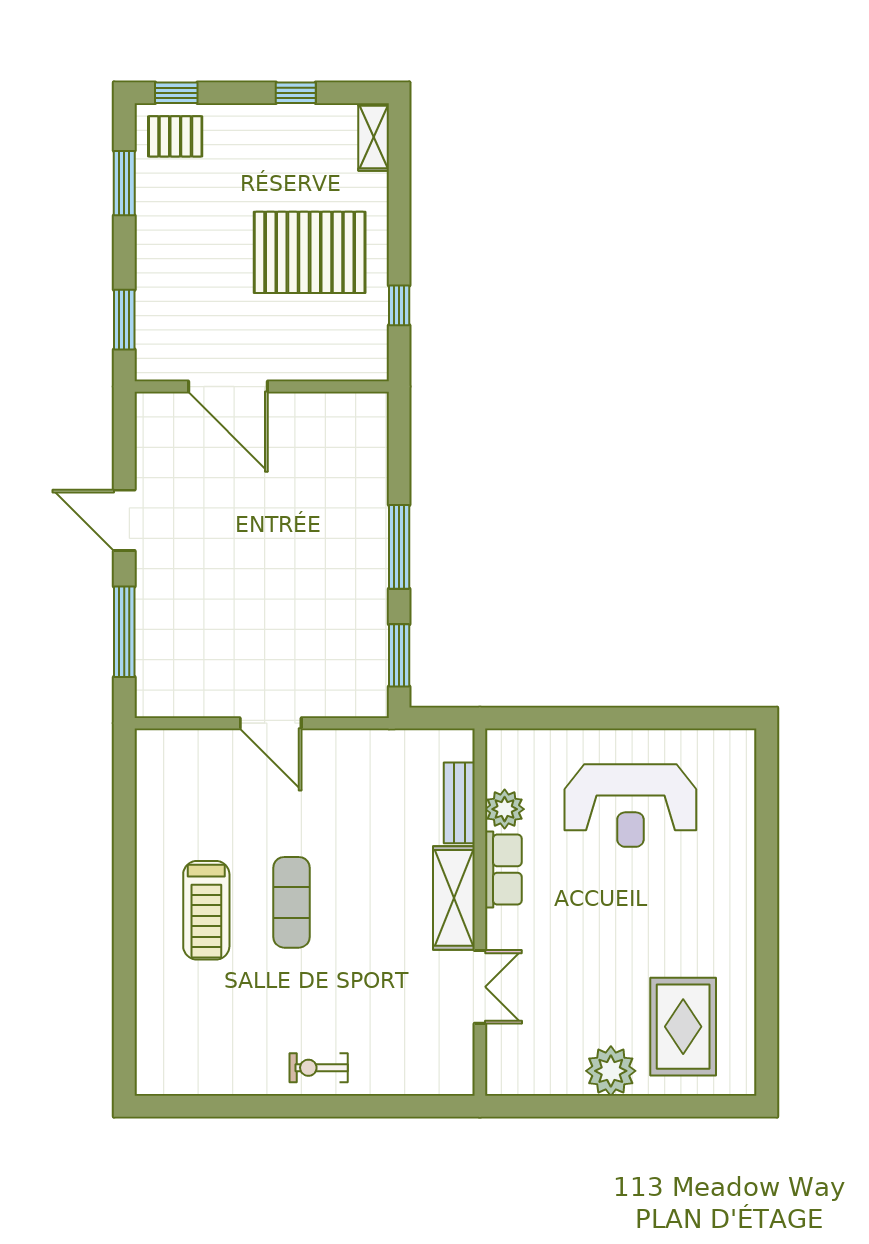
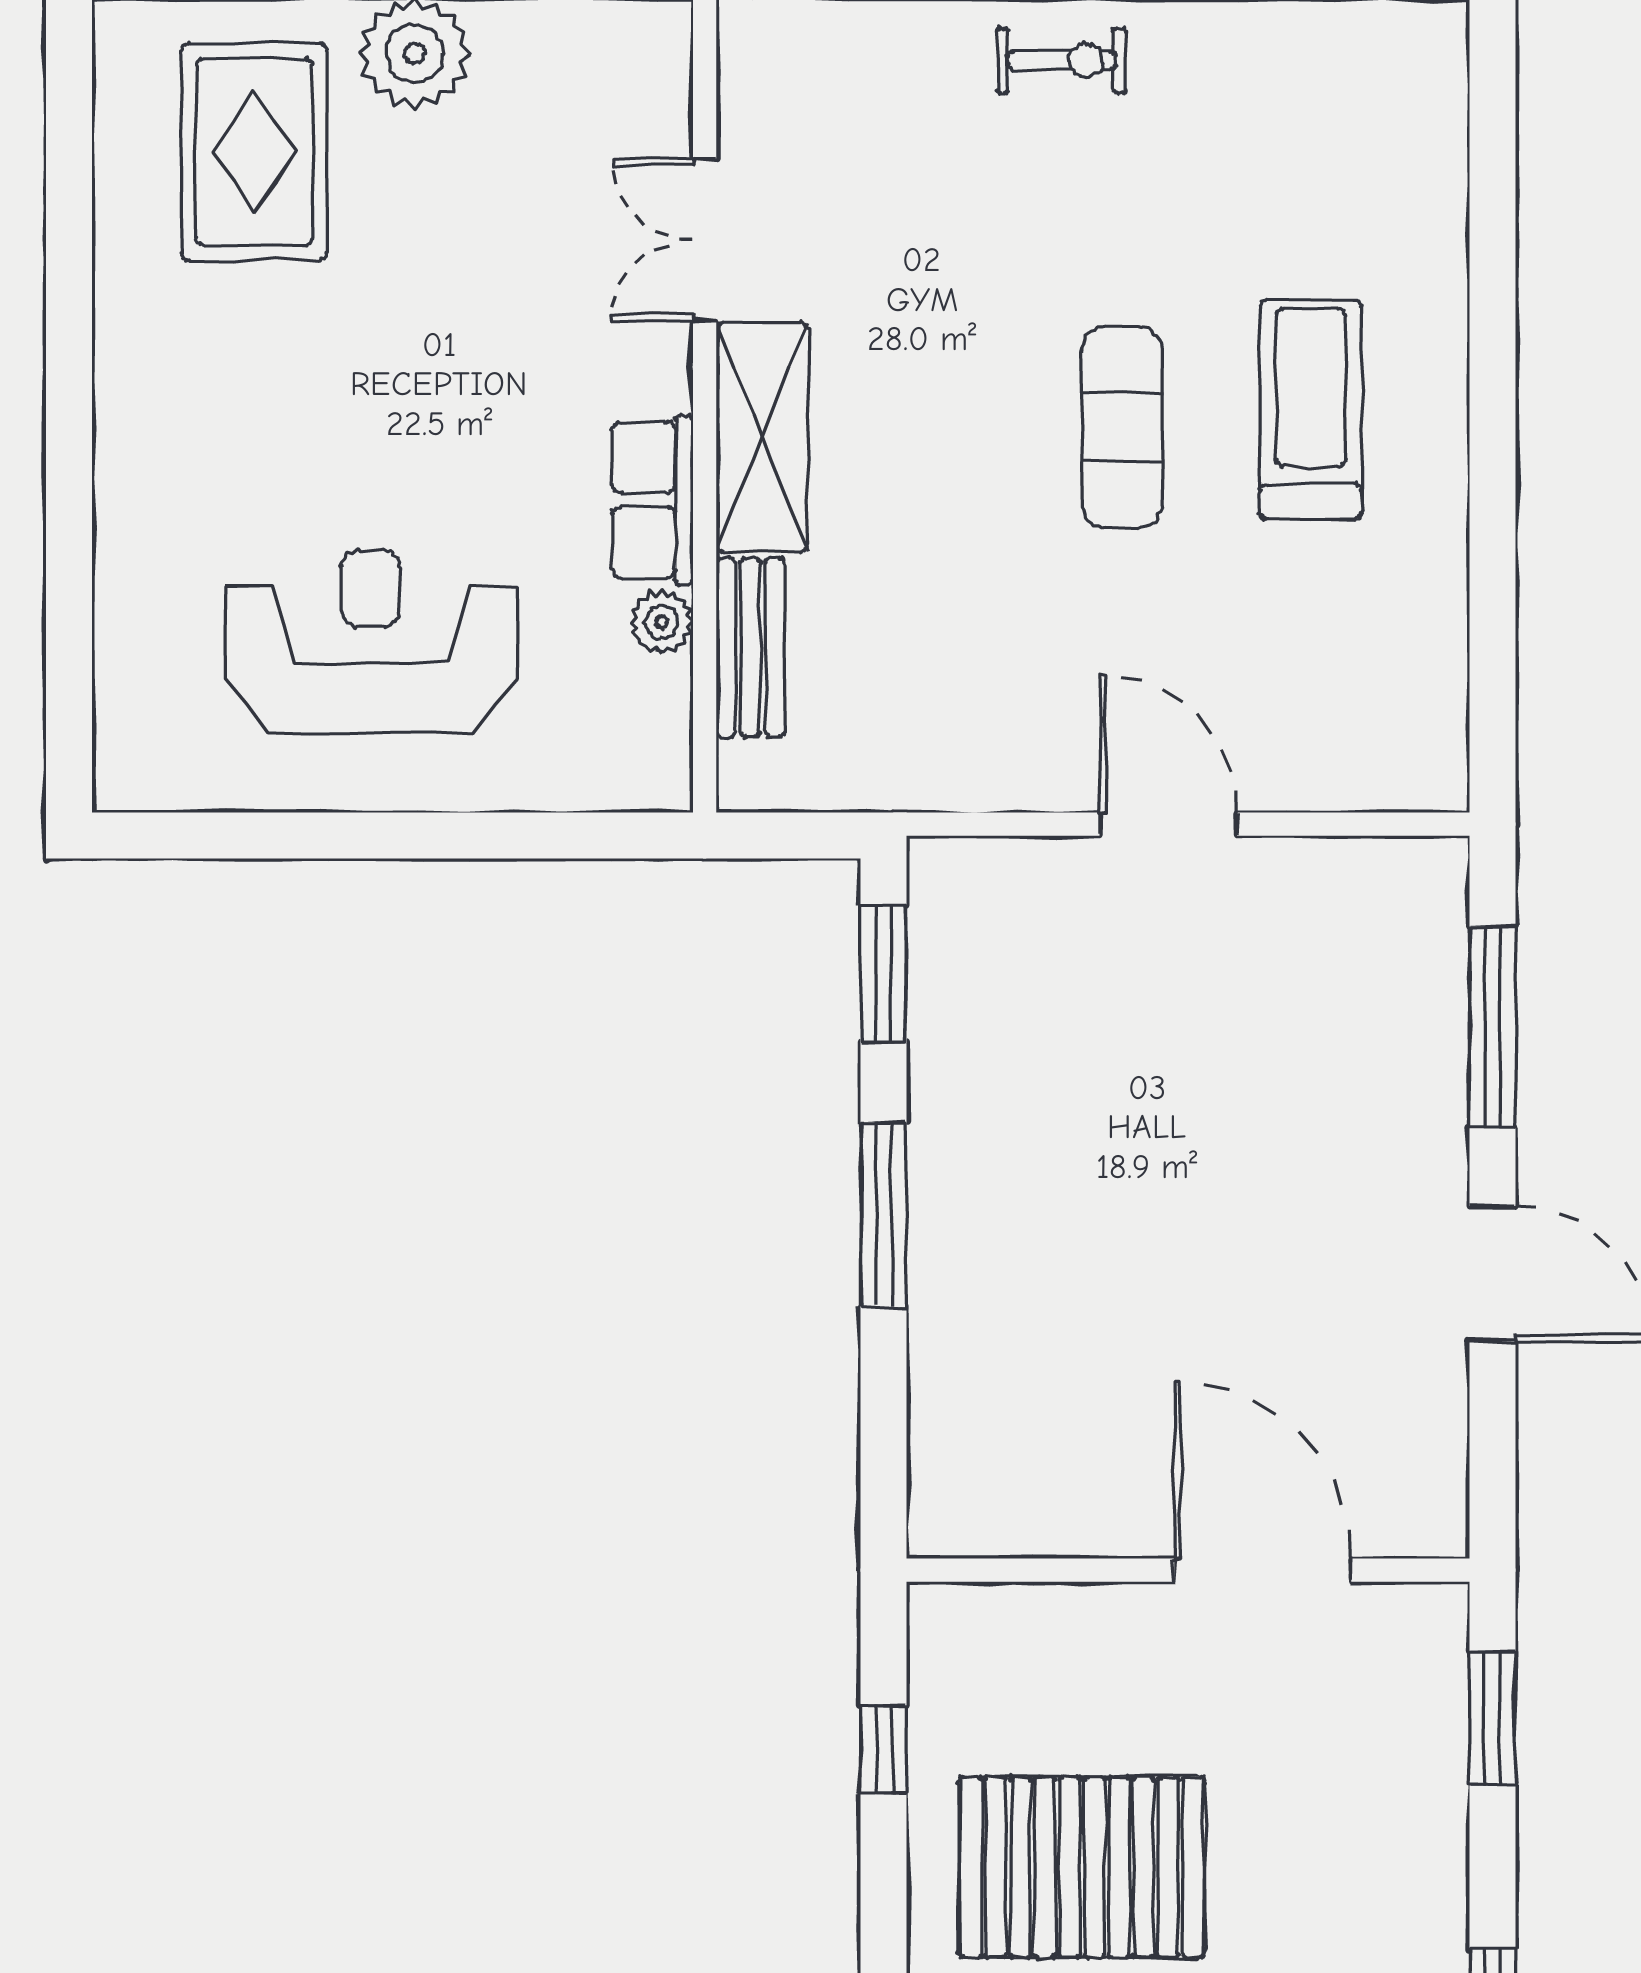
plant: (505, 809) -> (662, 622), width x0.73, depth x0.73

